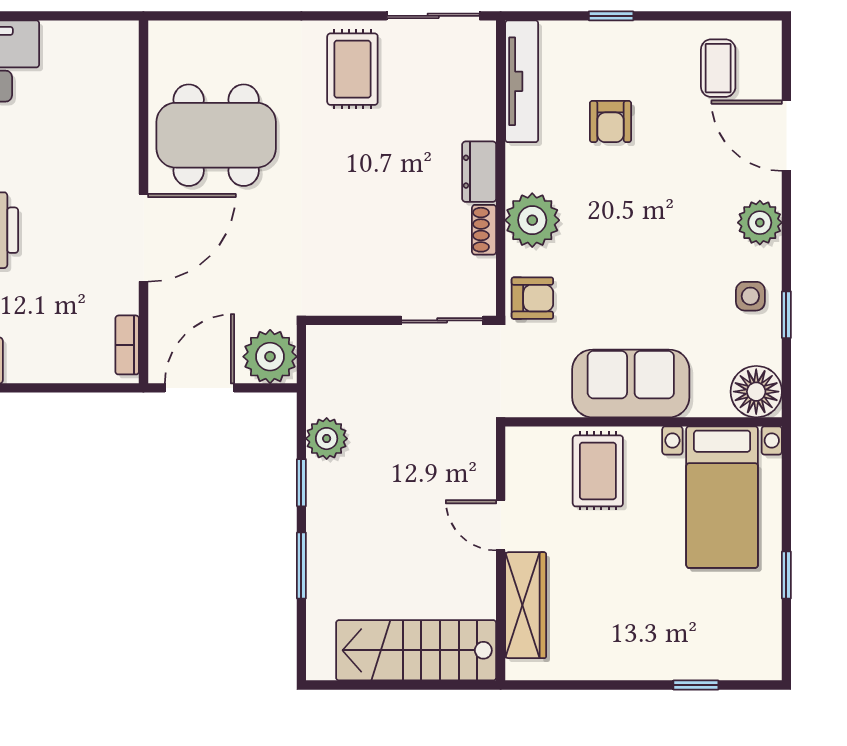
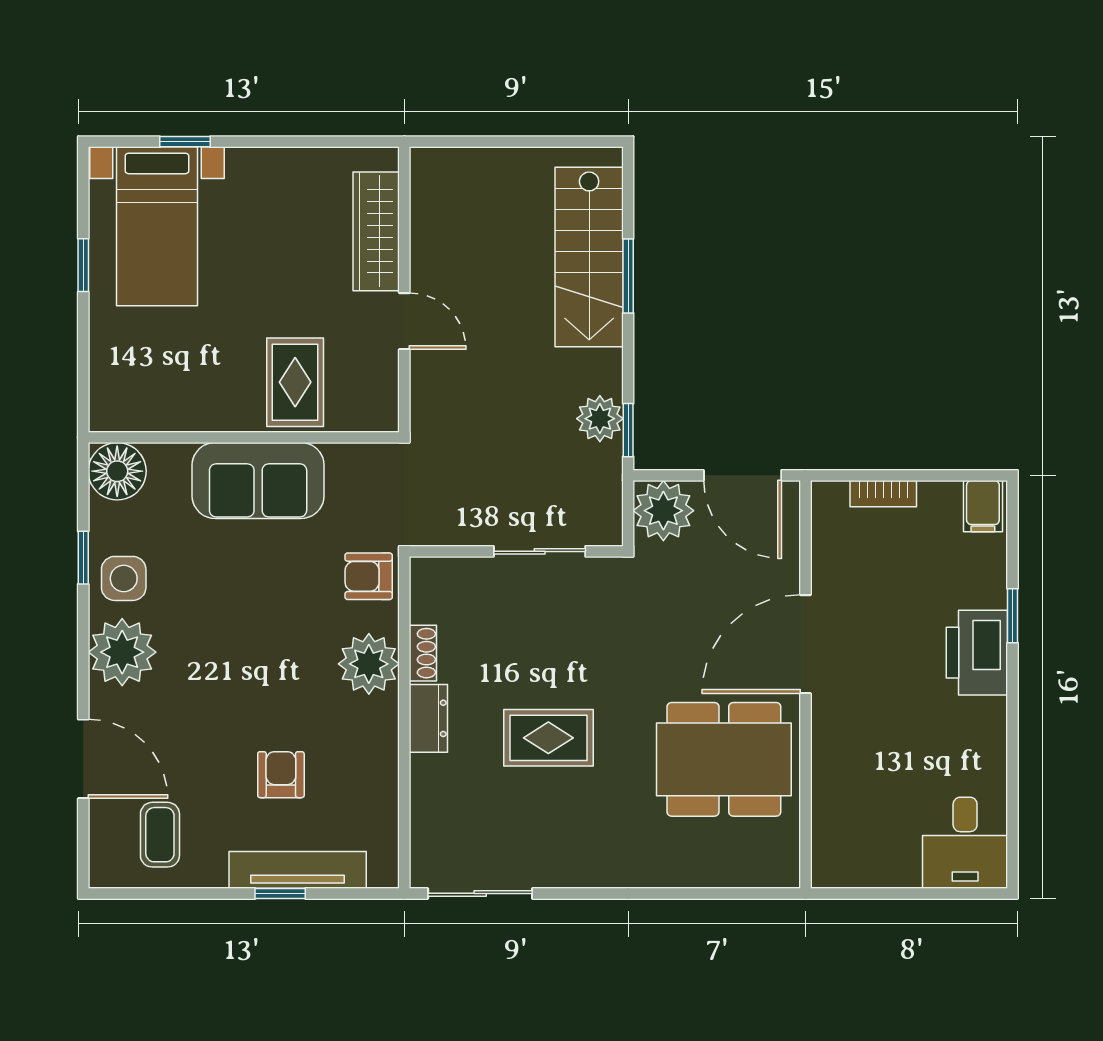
rug: (352, 69) -> (548, 738), moved, turned 90
tv unit: (522, 81) -> (298, 870), moved, turned 90
plant: (760, 223) -> (122, 652), width x1.36, depth x1.36
side table: (750, 296) -> (124, 578), width x1.37, depth x1.37
sliding door: (442, 320) -> (540, 551), moved
bookcase: (127, 345) -> (883, 494), moved, turned 90
door: (200, 388) -> (743, 475), hinge flipped
window: (301, 483) -> (628, 430), moved
bed with nightstands: (722, 497) -> (157, 226), moved, turned 180
stairs: (416, 650) -> (589, 257), moved, turned 90

